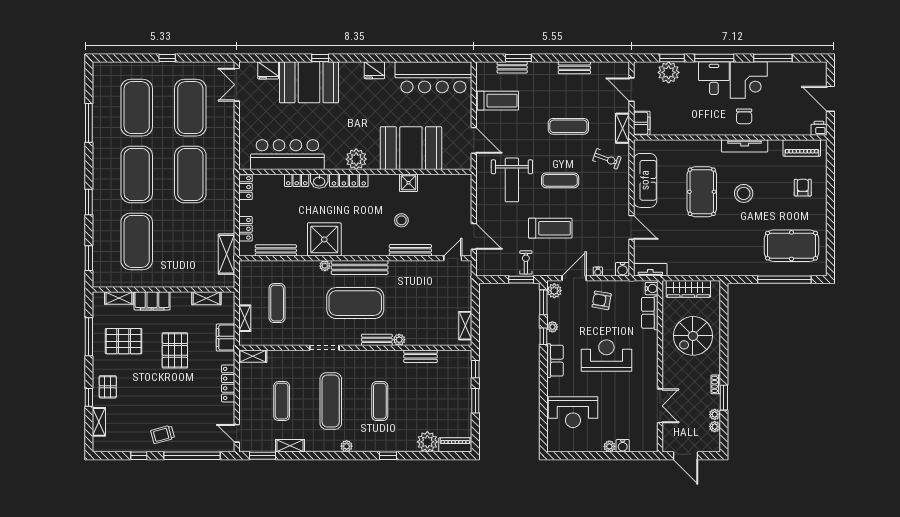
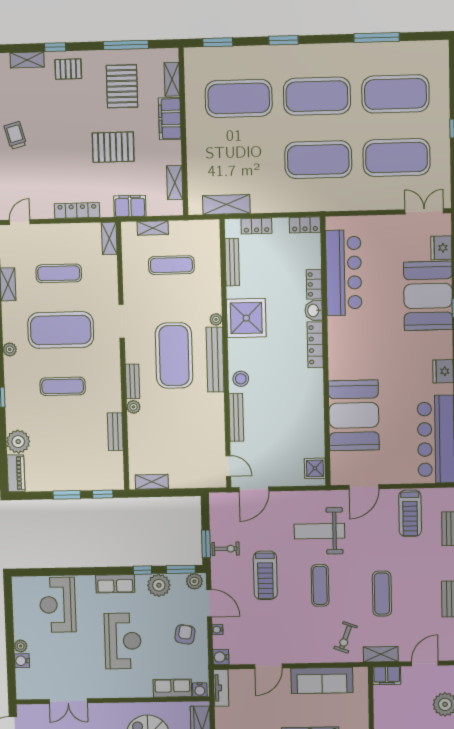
plant: (356, 159) -> (340, 353), removed
shower: (409, 183) -> (315, 468), moved
stool: (401, 220) -> (241, 379), moved
plant: (552, 327) -> (159, 585), width x1.88, depth x1.88
exercise mat: (331, 401) -> (61, 330), width x1.47

